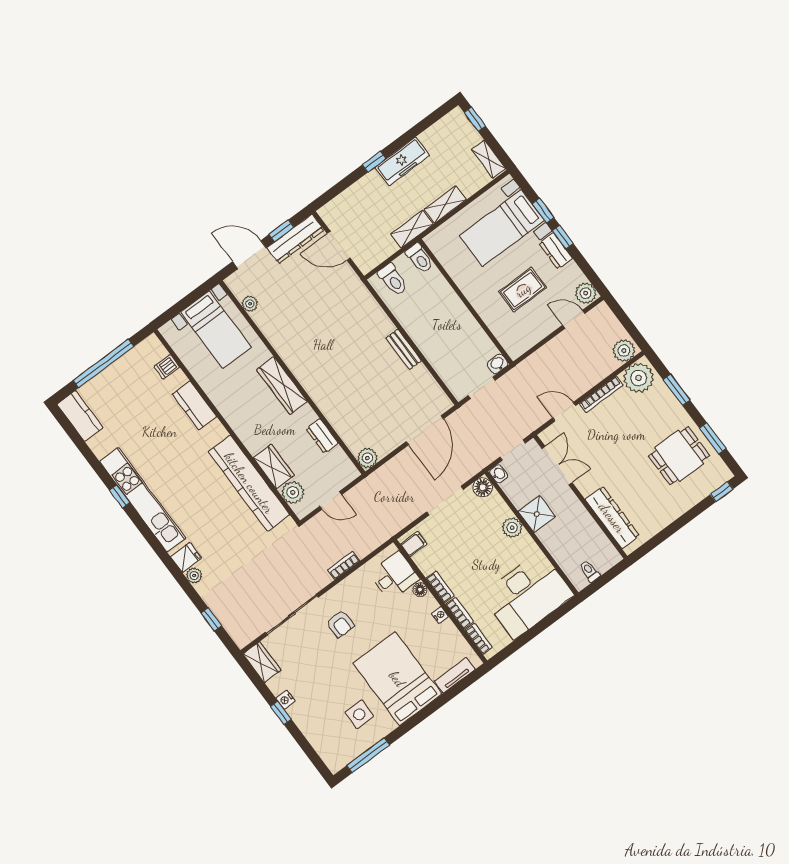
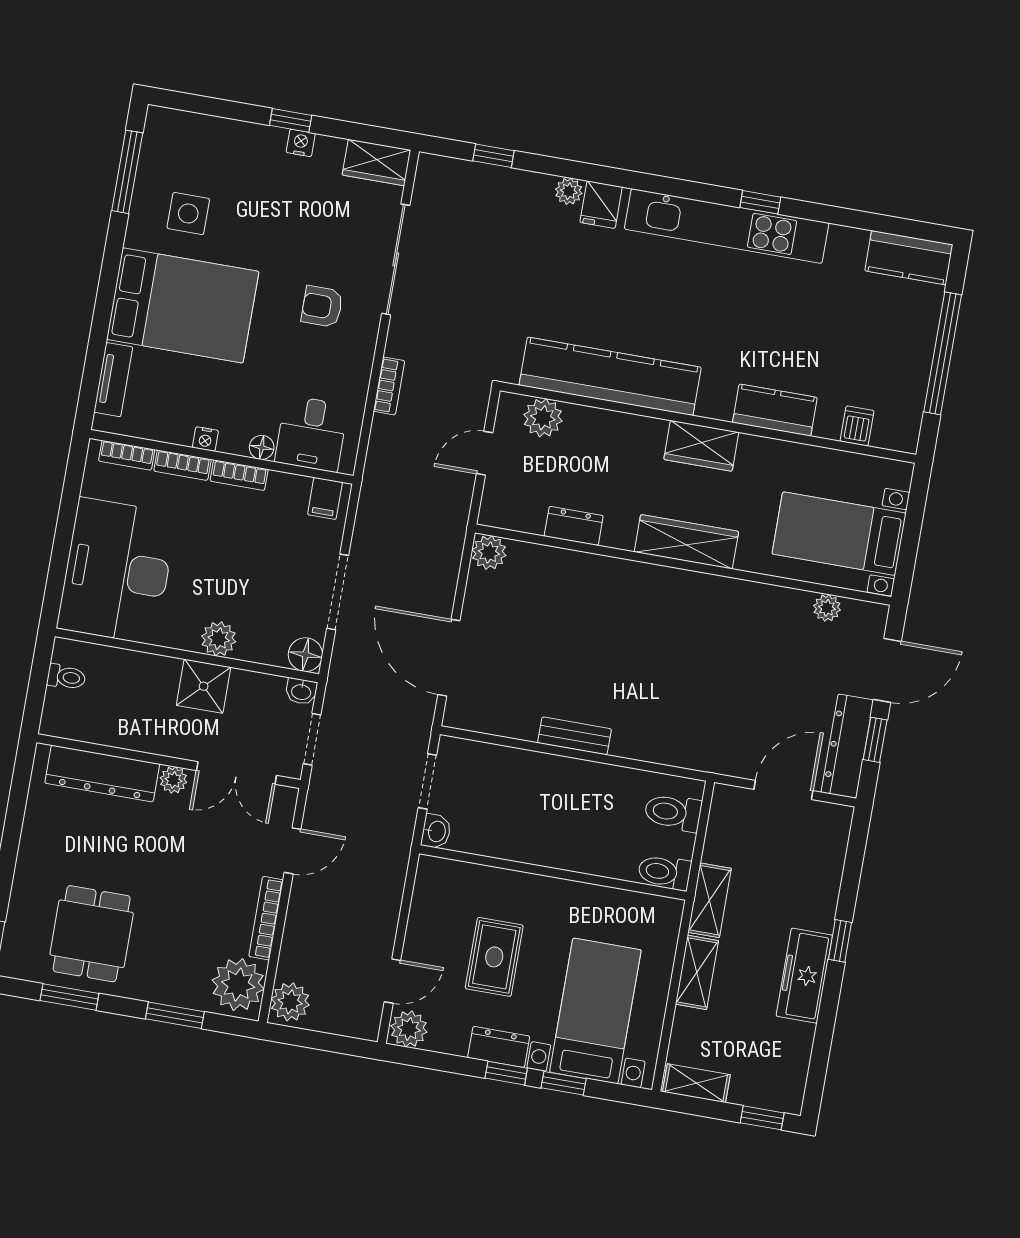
wardrobe: (274, 466) -> (701, 446), moved
plant: (586, 487) -> (173, 780), added

